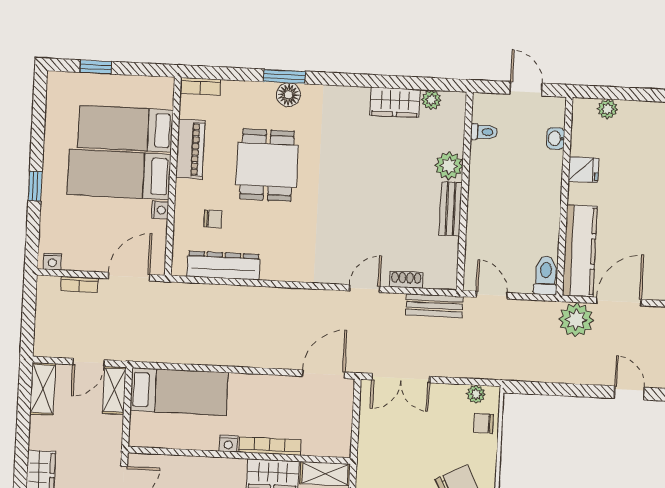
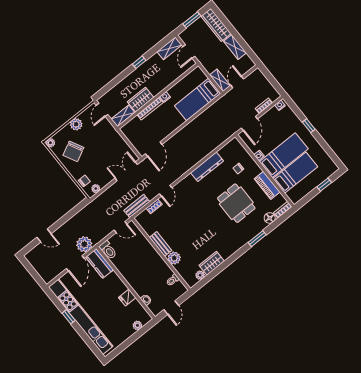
door: (526, 89) -> (171, 308), hinge flipped
floor lamp: (288, 95) -> (270, 218), moved
kitchen counter: (580, 251) -> (100, 263), width x0.67
dresser: (223, 265) -> (207, 167), moved
shelving: (43, 389) -> (235, 47), moved

